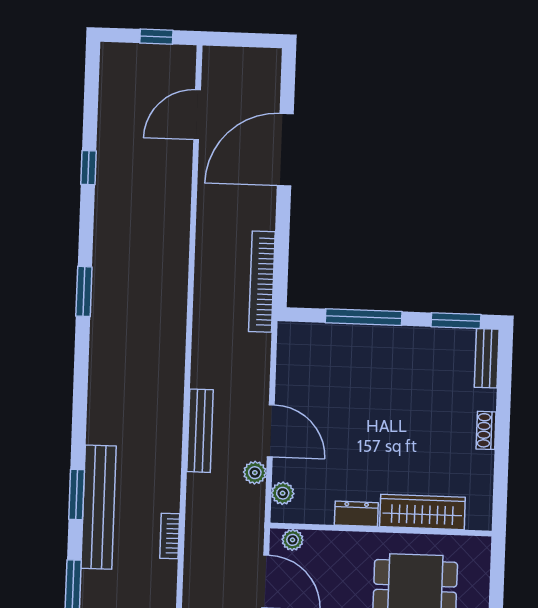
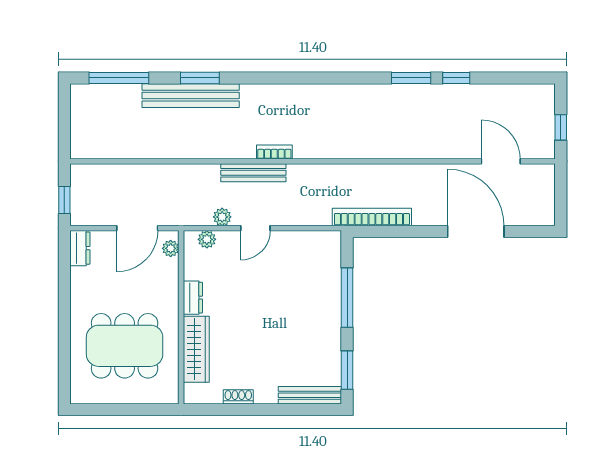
window: (84, 291) -> (411, 78), moved
bench: (487, 358) -> (310, 395), width x1.36
shoe rack: (486, 430) -> (238, 397), moved
door: (271, 431) -> (255, 228), width x0.73
bookcase: (170, 536) -> (274, 152), moved

